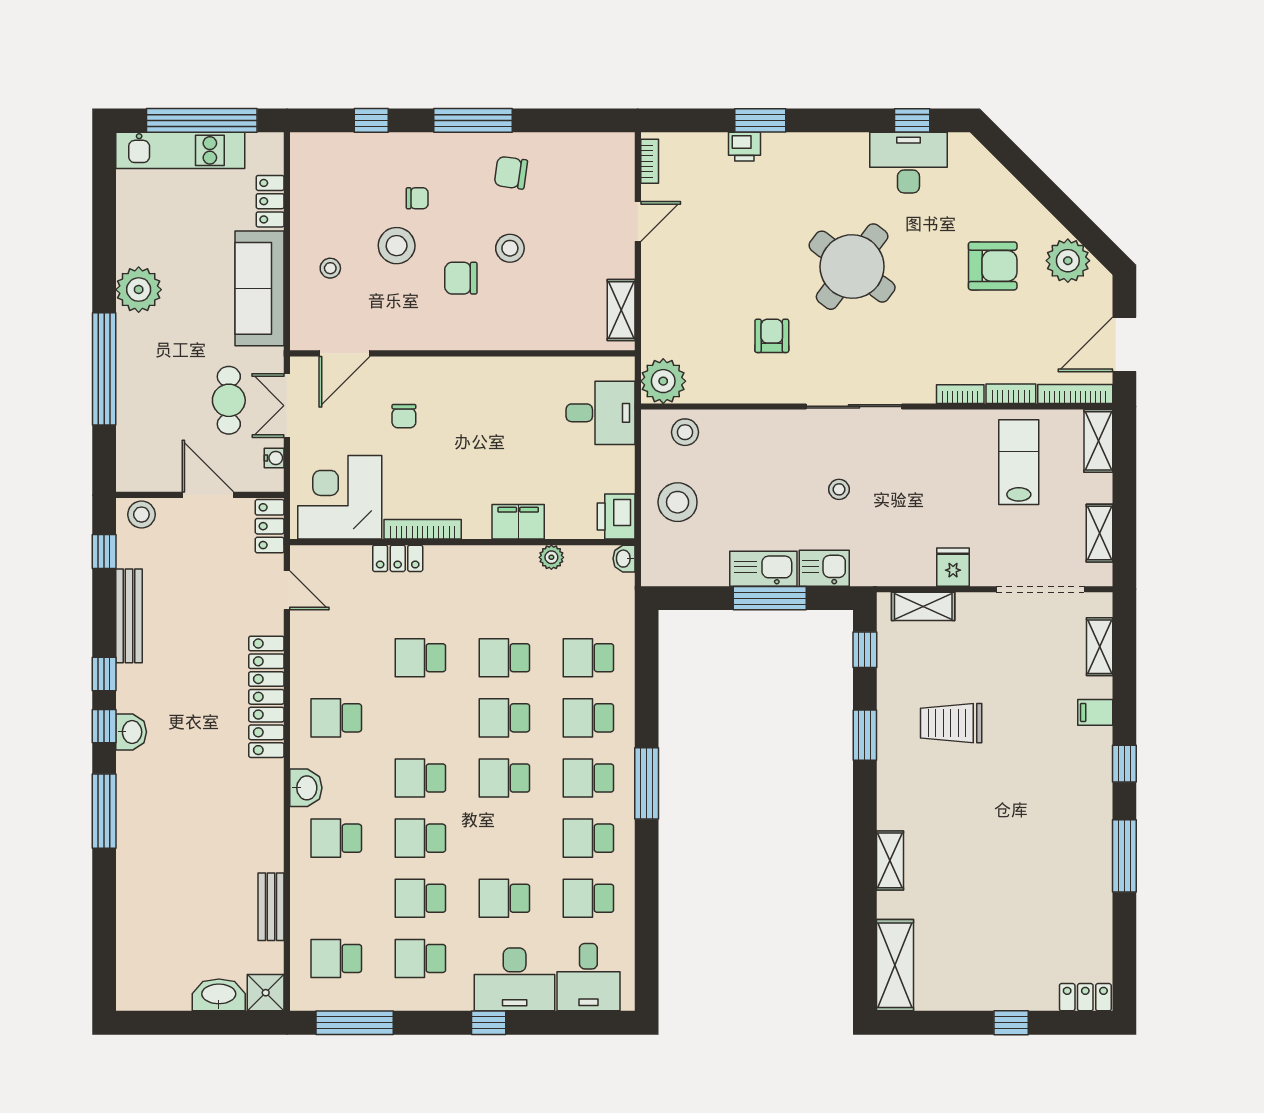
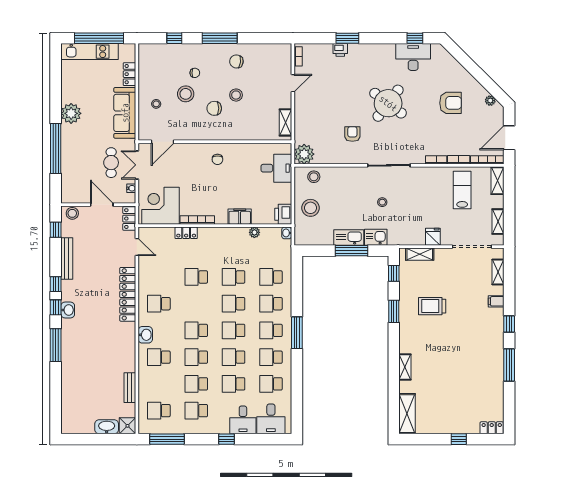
plant: (1068, 261) -> (490, 101), width x0.53, depth x0.53
chair: (404, 416) -> (217, 159), moved
school desk: (504, 838) -> (234, 357), added
desk: (515, 979) -> (243, 420), width x0.73

